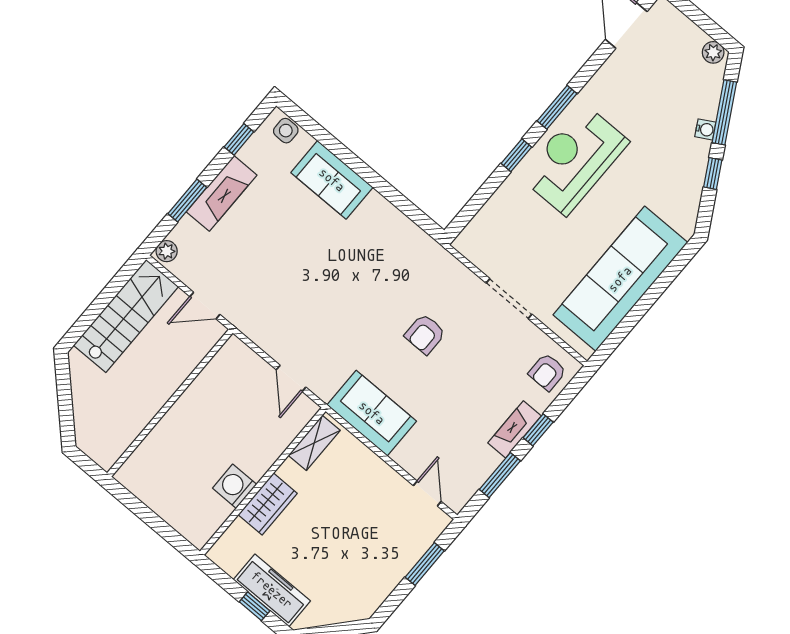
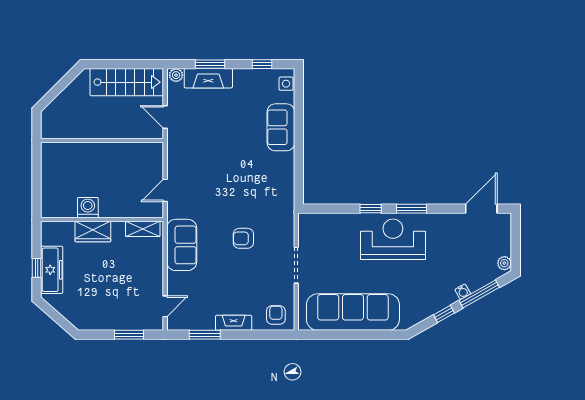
fireplace: (222, 193) -> (208, 78), moved
armchair: (547, 372) -> (276, 315), turned 90
window: (538, 430) -> (243, 335), removed

